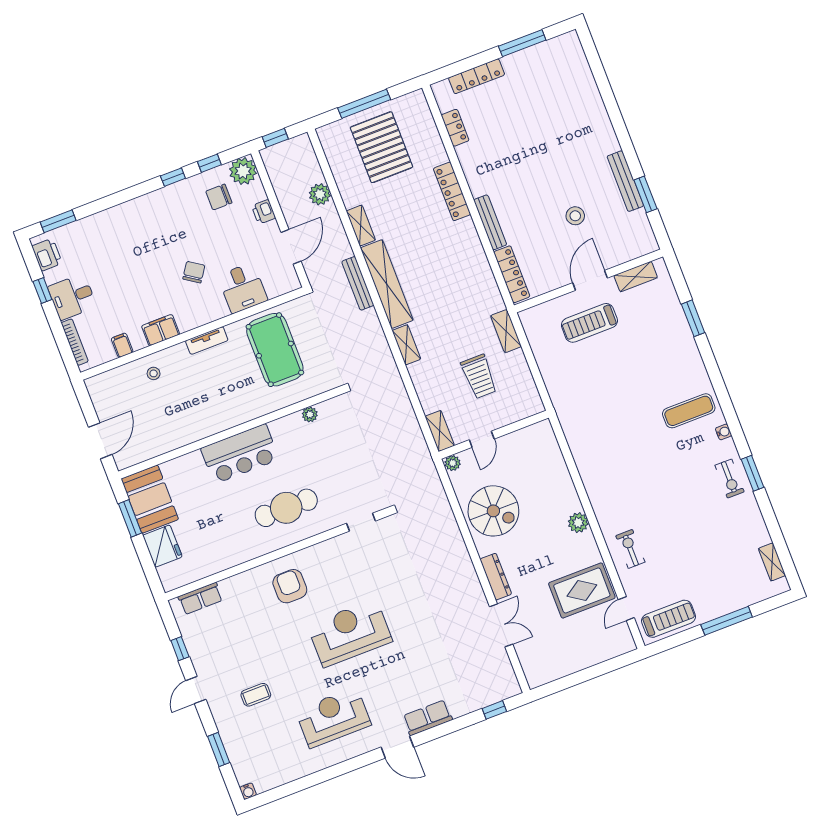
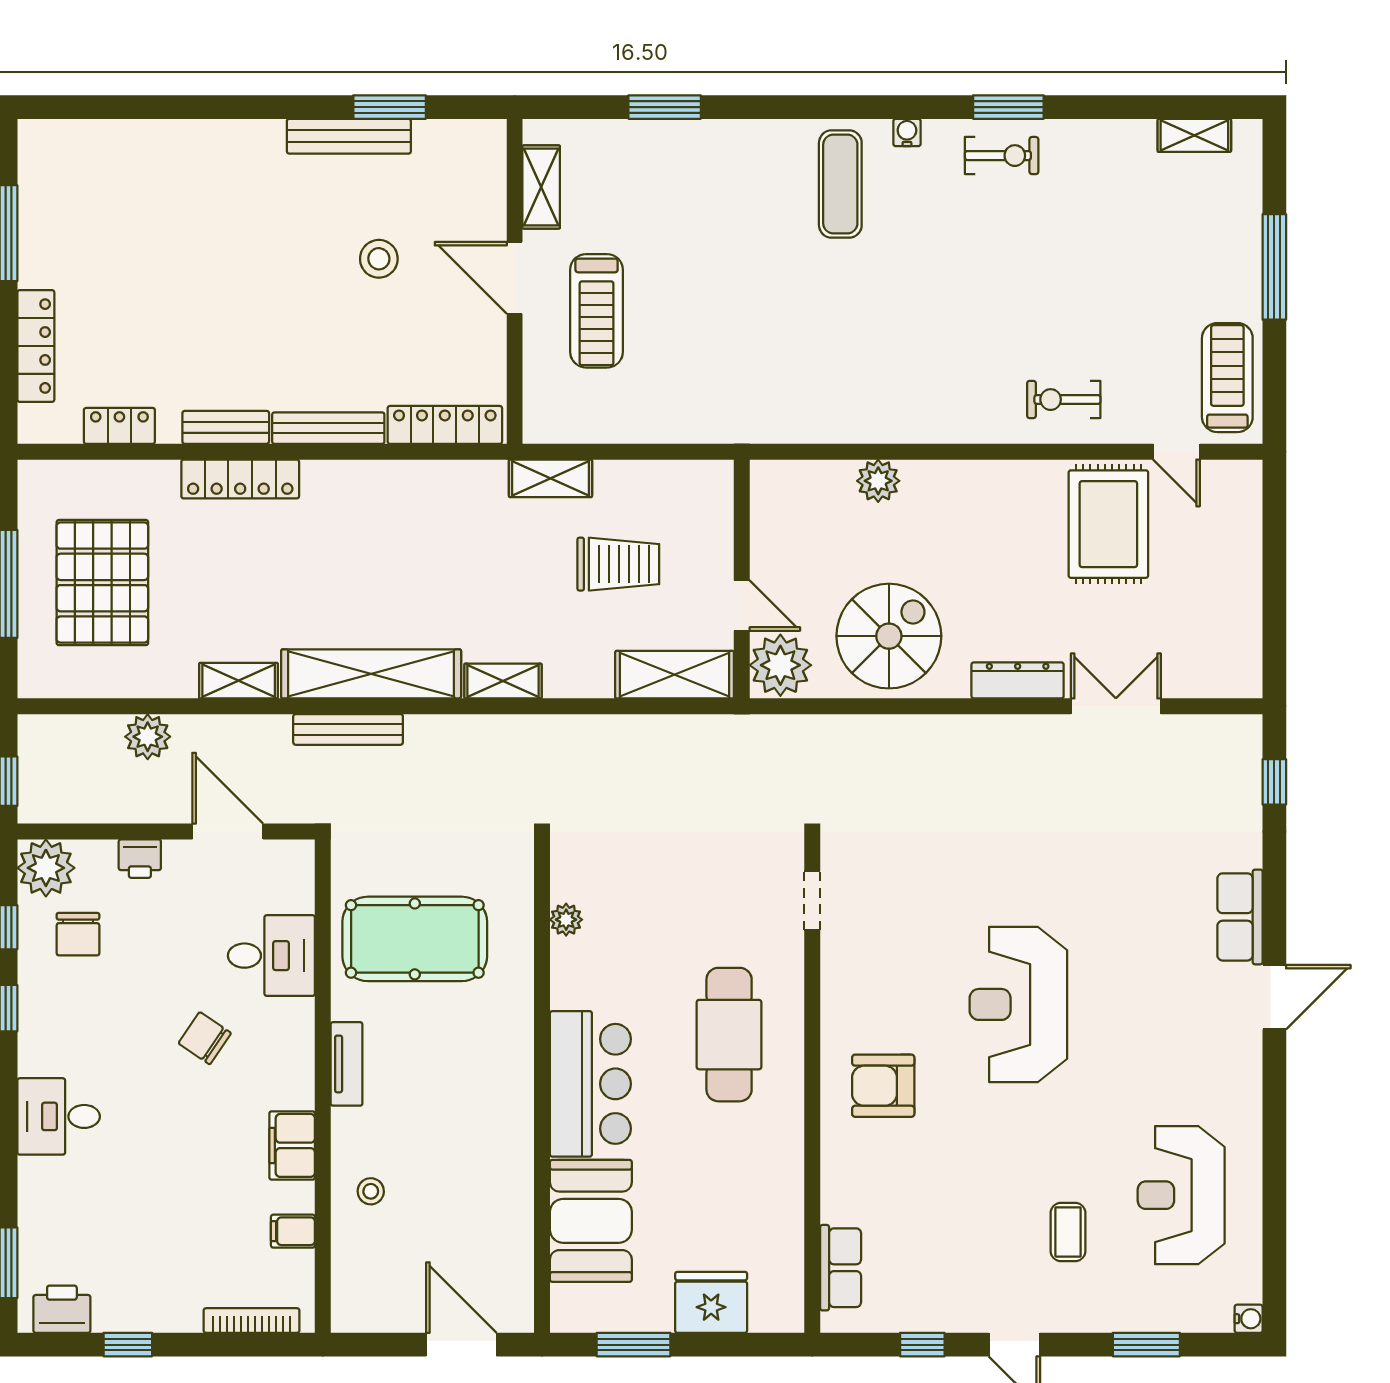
pallet: (381, 147) -> (102, 583), turned 90
bench: (473, 176) -> (226, 427), added
desk: (72, 297) -> (59, 1116), moved, turned 90
shelving: (440, 431) -> (675, 675), width x1.50, depth x1.33
plant: (453, 463) -> (780, 665), width x1.88, depth x1.88
booth: (150, 499) -> (591, 1221), moved, turned 90
plant: (578, 523) -> (878, 481), moved
reception desk: (333, 718) -> (1181, 1195), moved

